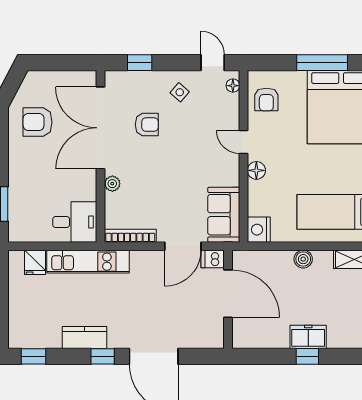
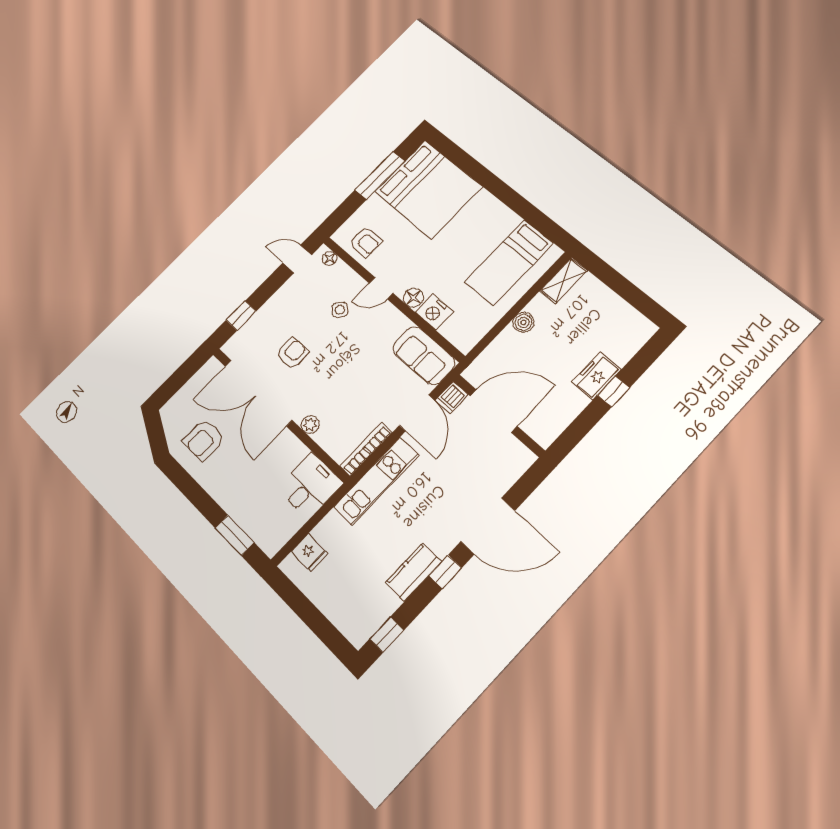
side table: (180, 92) -> (340, 310), moved
nightstand: (259, 230) -> (434, 312), moved
kitchen unit: (88, 262) -> (376, 481), moved

